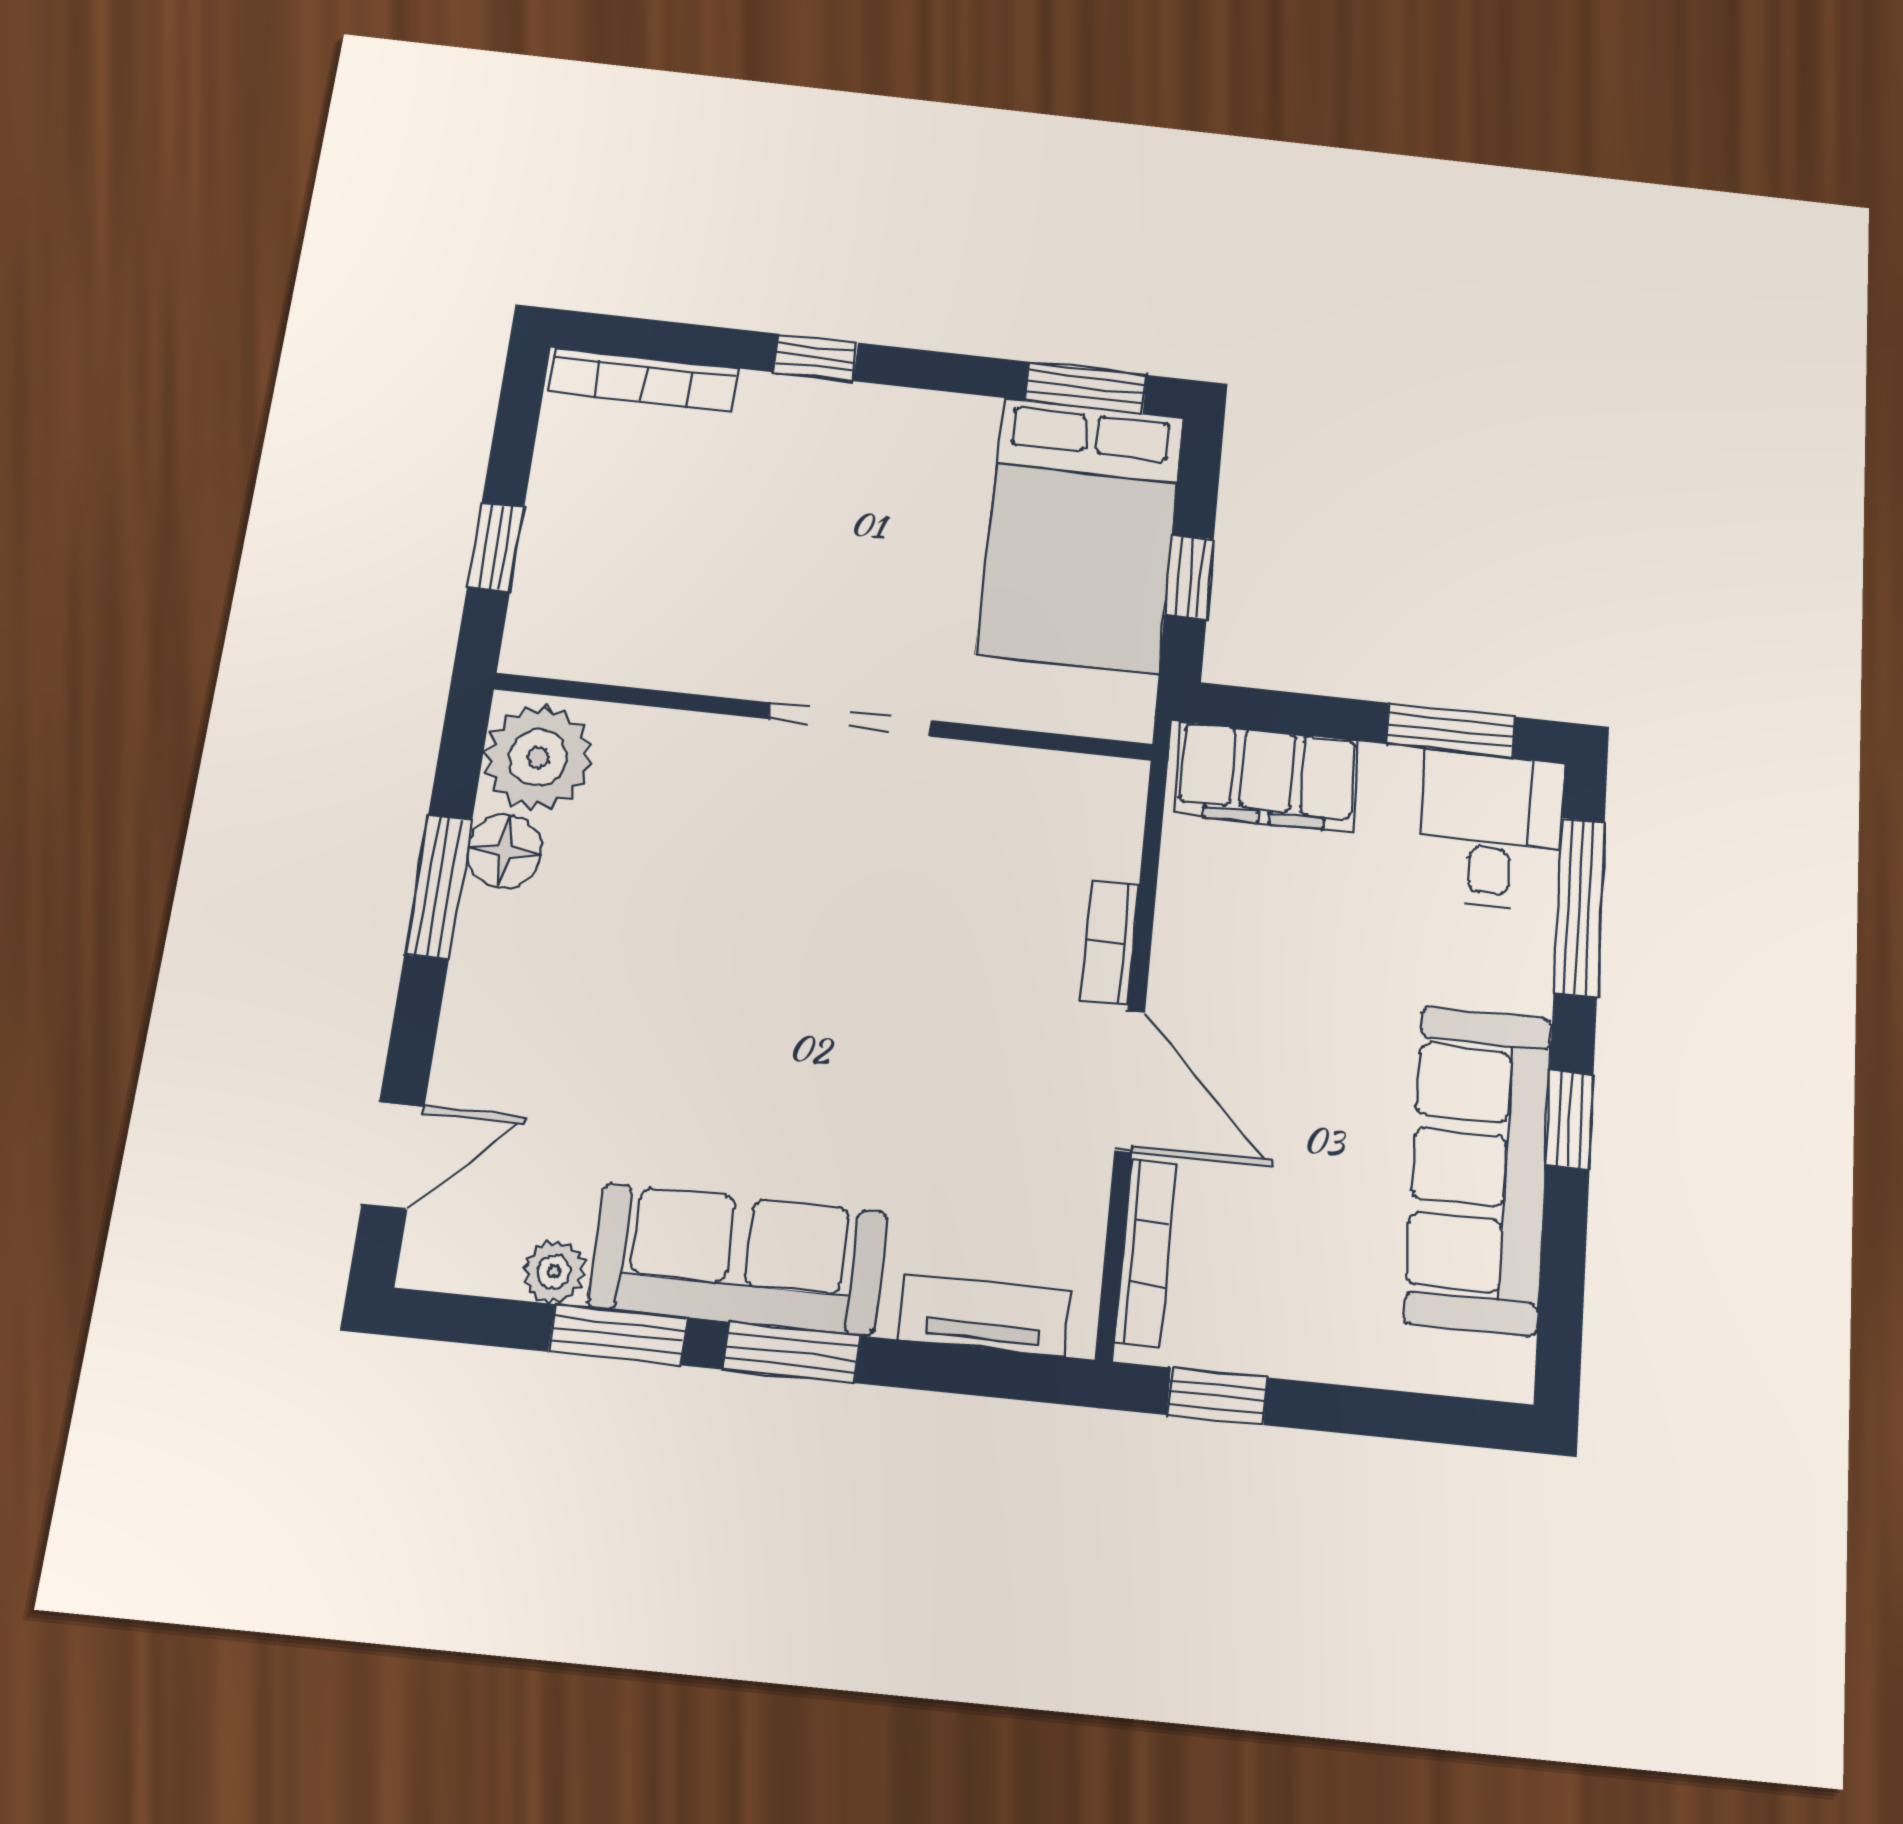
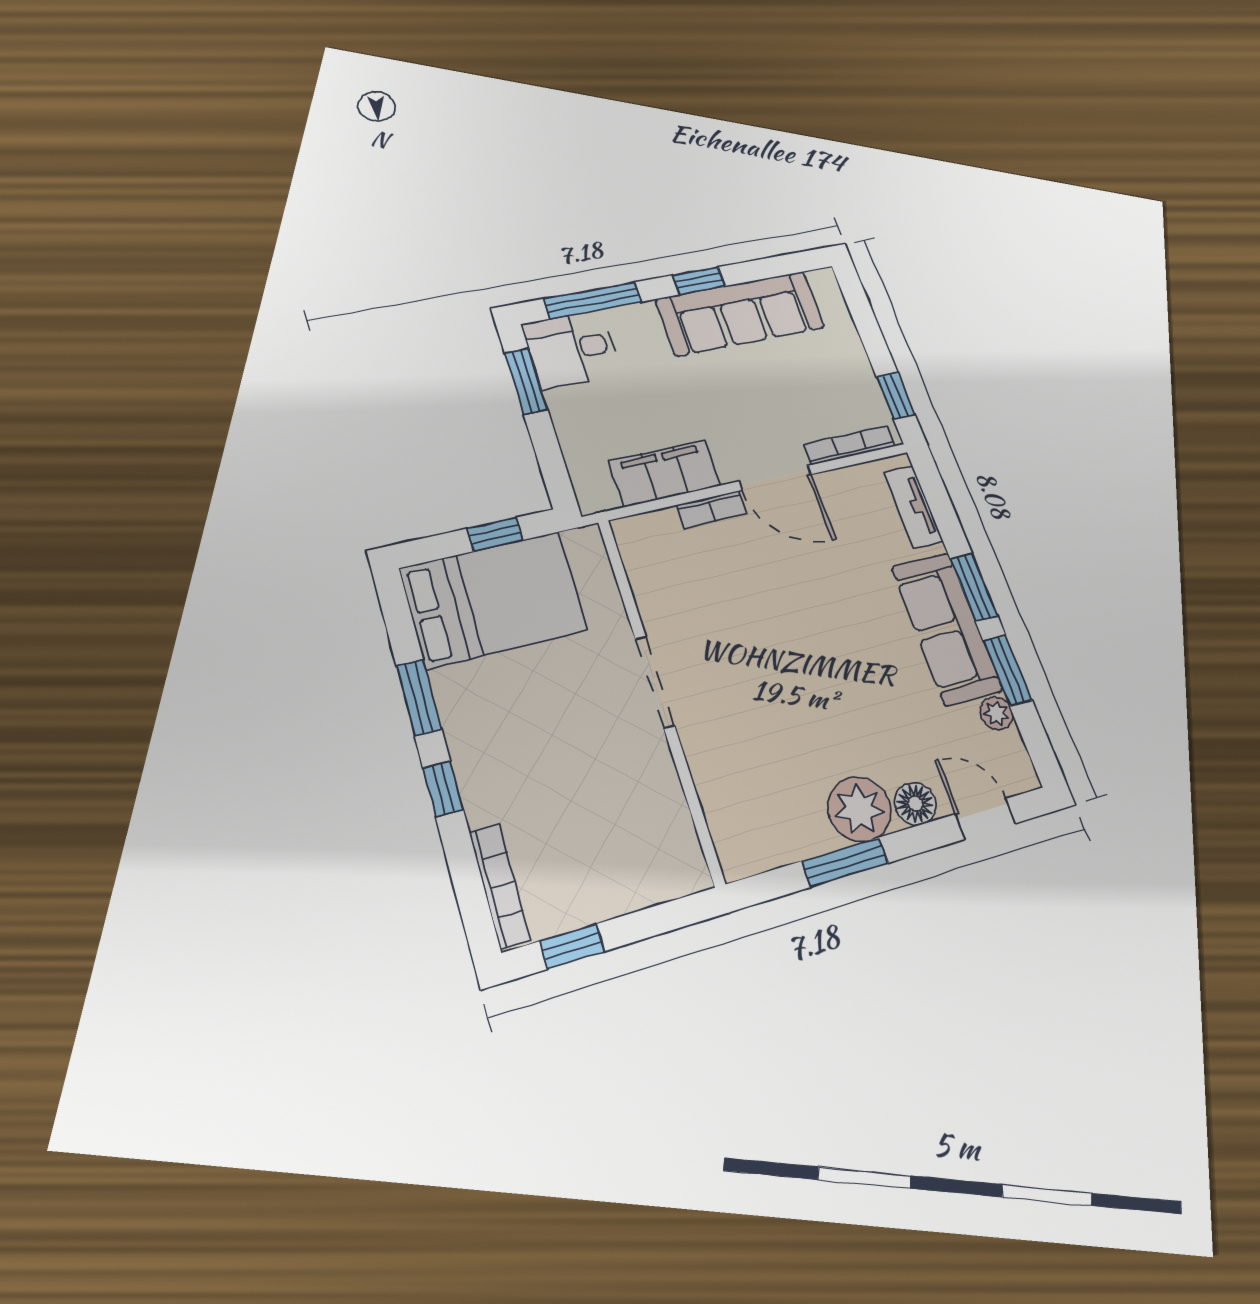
window: (1086, 388) -> (419, 697), moved
window: (496, 547) -> (572, 946), moved
plant: (538, 758) -> (859, 809), moved
filing cabinet: (1267, 777) -> (665, 473), moved, turned -90
floor lamp: (504, 851) -> (915, 804), moved
door: (1130, 1081) -> (775, 478), swing flipped

